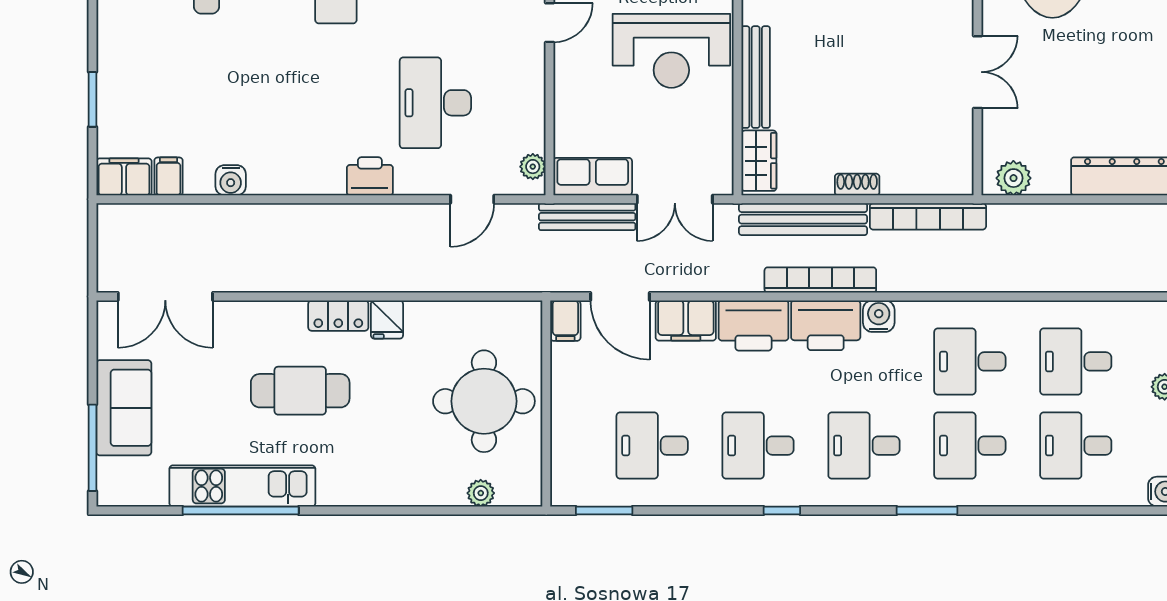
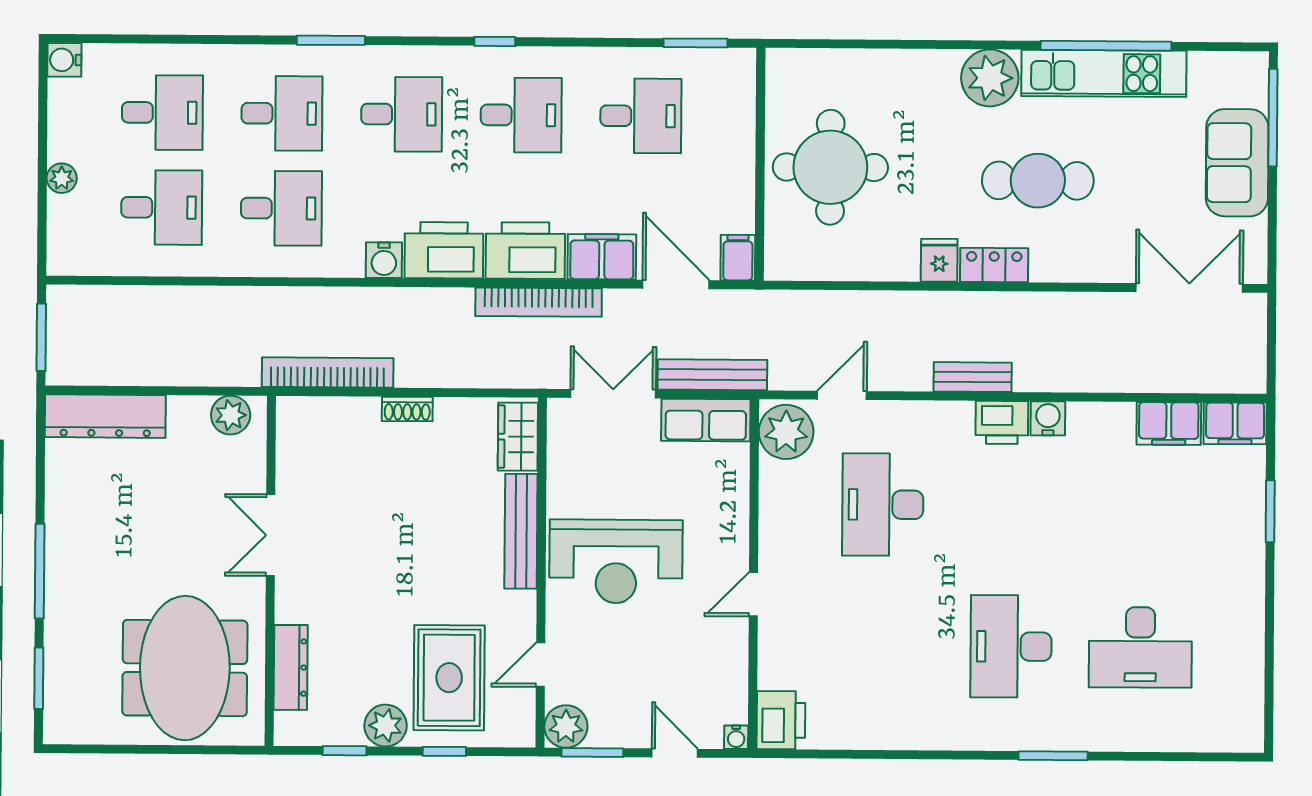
reception desk: (671, 51) -> (616, 561), turned 180
desk: (435, 103) -> (883, 505), turned 180
plant: (533, 167) -> (786, 432), width x1.87, depth x1.87
filing cabinet: (168, 176) -> (1169, 423), width x2.00
printer: (370, 176) -> (1002, 422), moved
water cooler: (231, 180) -> (1048, 418), moved
bench: (803, 219) -> (973, 377), moved, width x0.54, depth x0.82
bookcase: (820, 280) -> (539, 302), moved
plant: (481, 493) -> (990, 78), moved, width x1.87, depth x1.87

